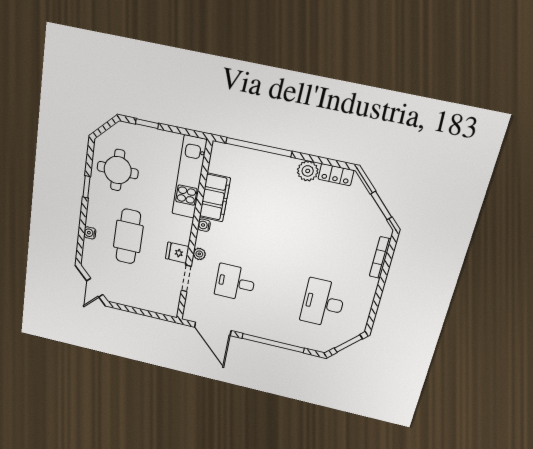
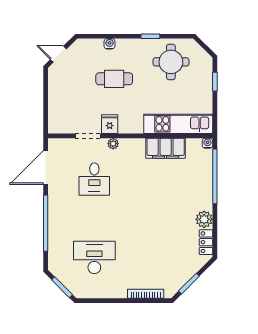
water cooler: (204, 225) -> (207, 143), moved
cafe table: (128, 236) -> (114, 79), width x0.73, depth x0.74
desk: (235, 283) -> (94, 179), turned 180

